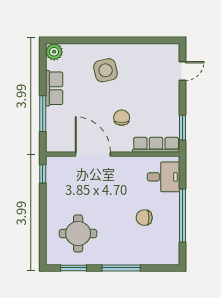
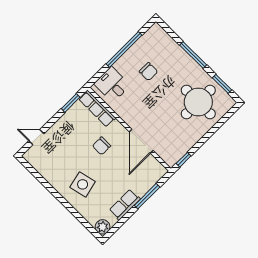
round table: (78, 233) -> (198, 102), width x1.36, depth x1.36

